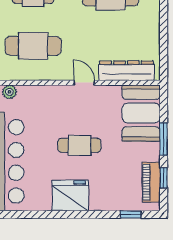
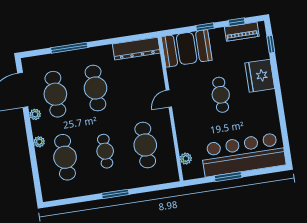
dresser: (126, 71) -> (136, 49), moved, turned -90
window: (164, 139) -> (205, 27), width x0.67
fridge: (70, 196) -> (260, 76), moved

